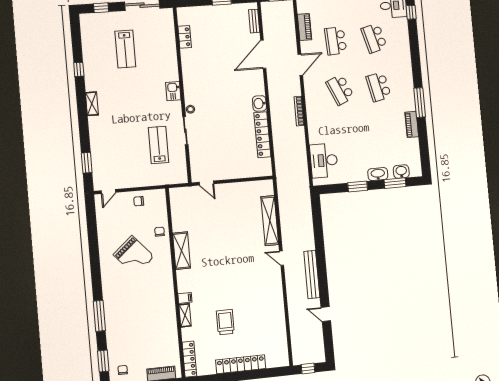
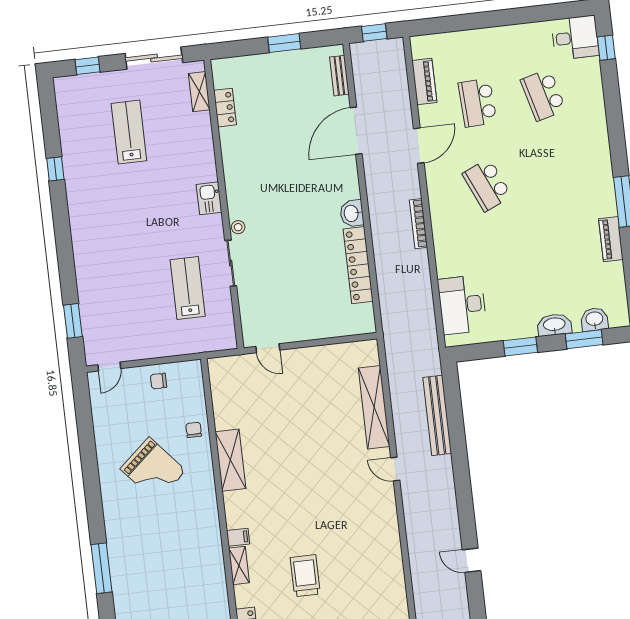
lab bench: (125, 49) -> (129, 132), turned 180
school desk: (379, 87) -> (553, 177), removed
shelving: (92, 104) -> (199, 92), moved
bench: (312, 274) -> (437, 415), moved

